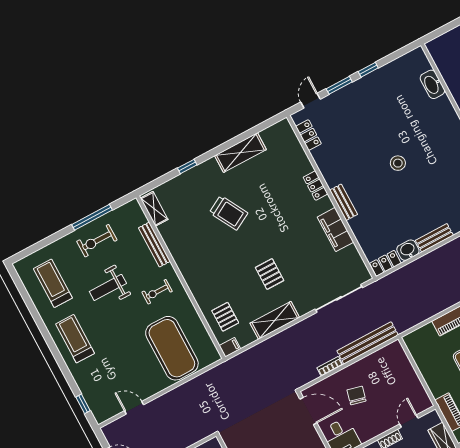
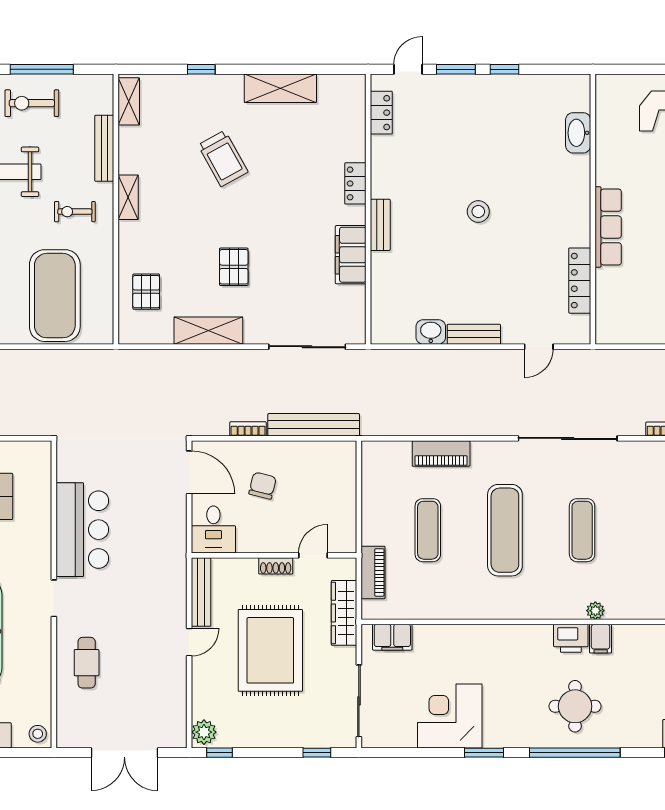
locker: (385, 263) -> (392, 333), removed
shelving: (184, 266) -> (128, 197), added
filing cabinet: (230, 347) -> (131, 335), removed

